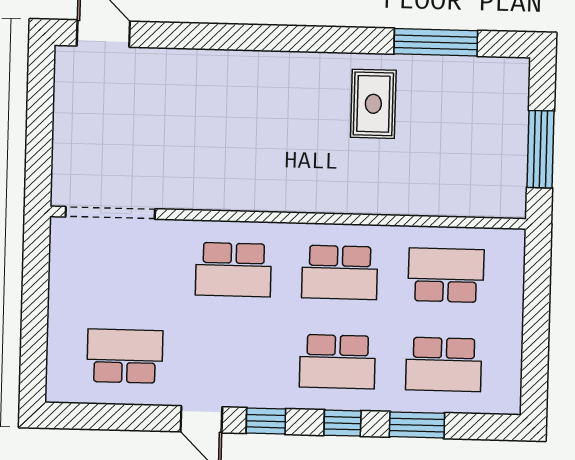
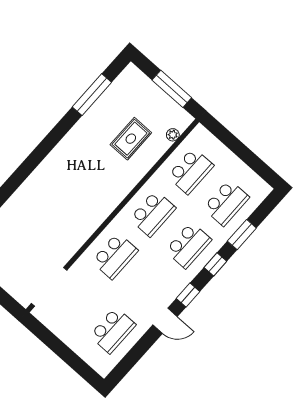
rug: (373, 104) -> (131, 139), moved, turned 90
plant: (476, 206) -> (173, 135), added
school desk: (446, 275) -> (191, 171), turned 180
school desk: (125, 356) -> (113, 330), turned 180

